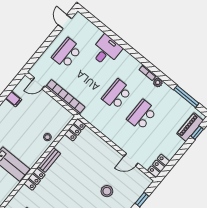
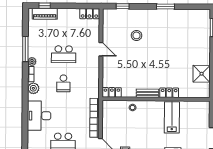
desk: (106, 51) -> (39, 116), width x1.37
plant: (134, 65) -> (33, 88), added
school desk: (117, 94) -> (63, 83), width x0.54
window: (186, 96) -> (25, 49), moved
door: (131, 160) -> (101, 49), moved

